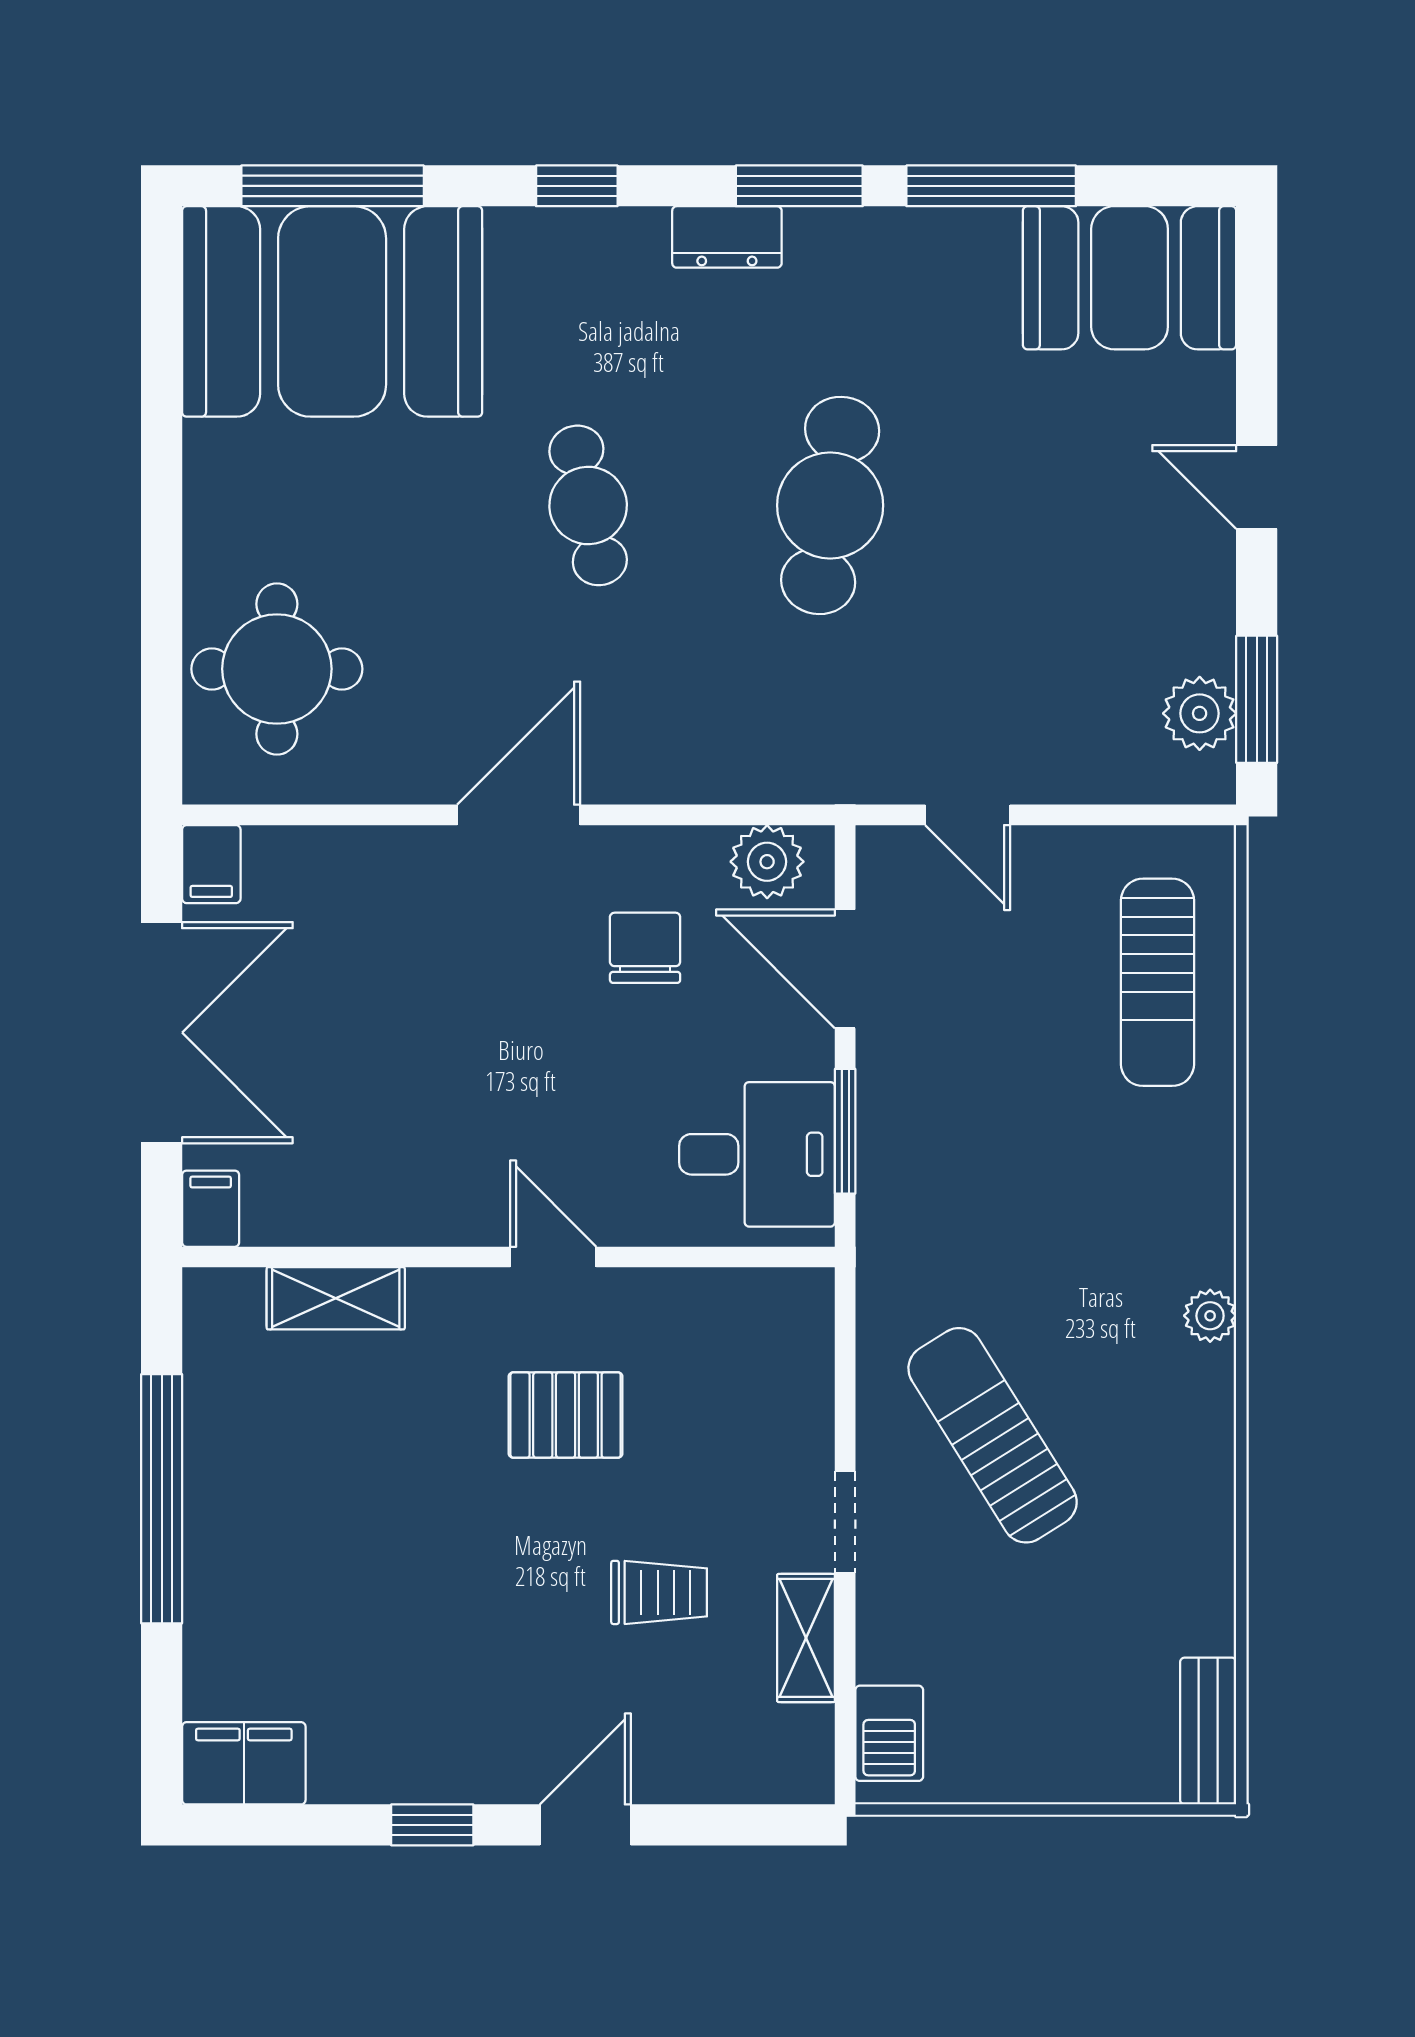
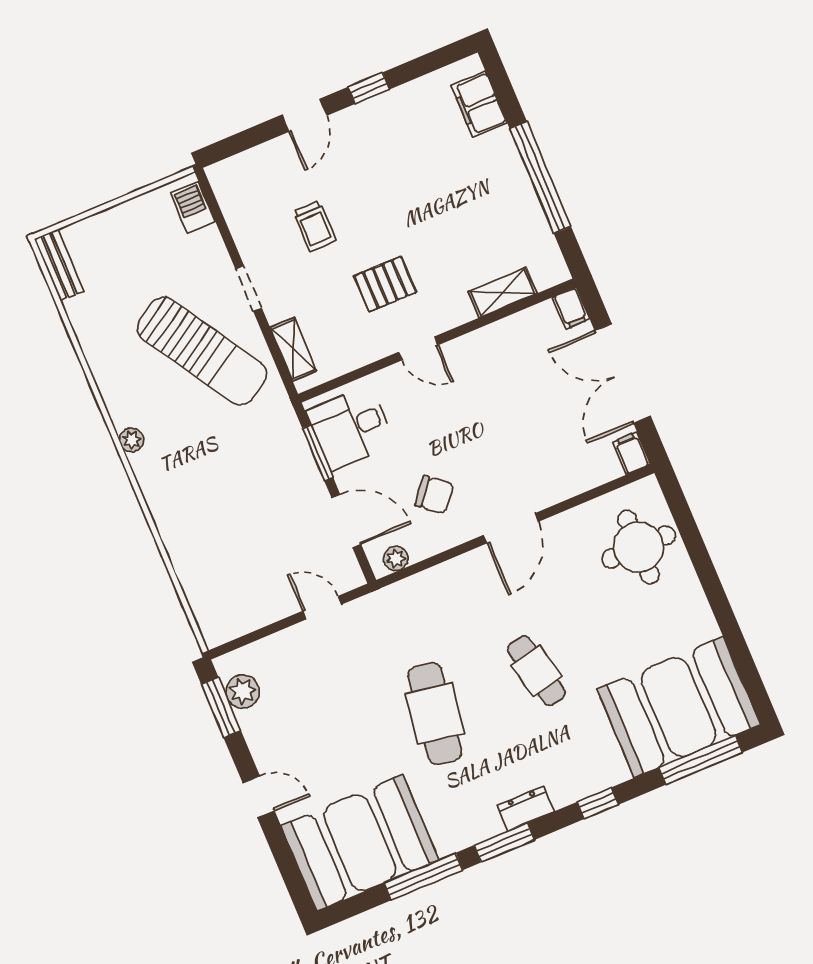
booth: (1130, 278) -> (360, 843), width x1.36, depth x1.42
plant: (767, 862) -> (396, 558), width x0.73, depth x0.73
chair: (645, 948) -> (434, 495), turned -51
sun lounger: (1157, 982) -> (213, 571), removed
sun lounger: (993, 1435) -> (202, 351), width x1.36, depth x1.34
trolley: (659, 1592) -> (314, 226), turned -90
shelving: (806, 1638) -> (293, 349), moved
filing cabinet: (244, 1763) -> (479, 104), moved, turned 90

